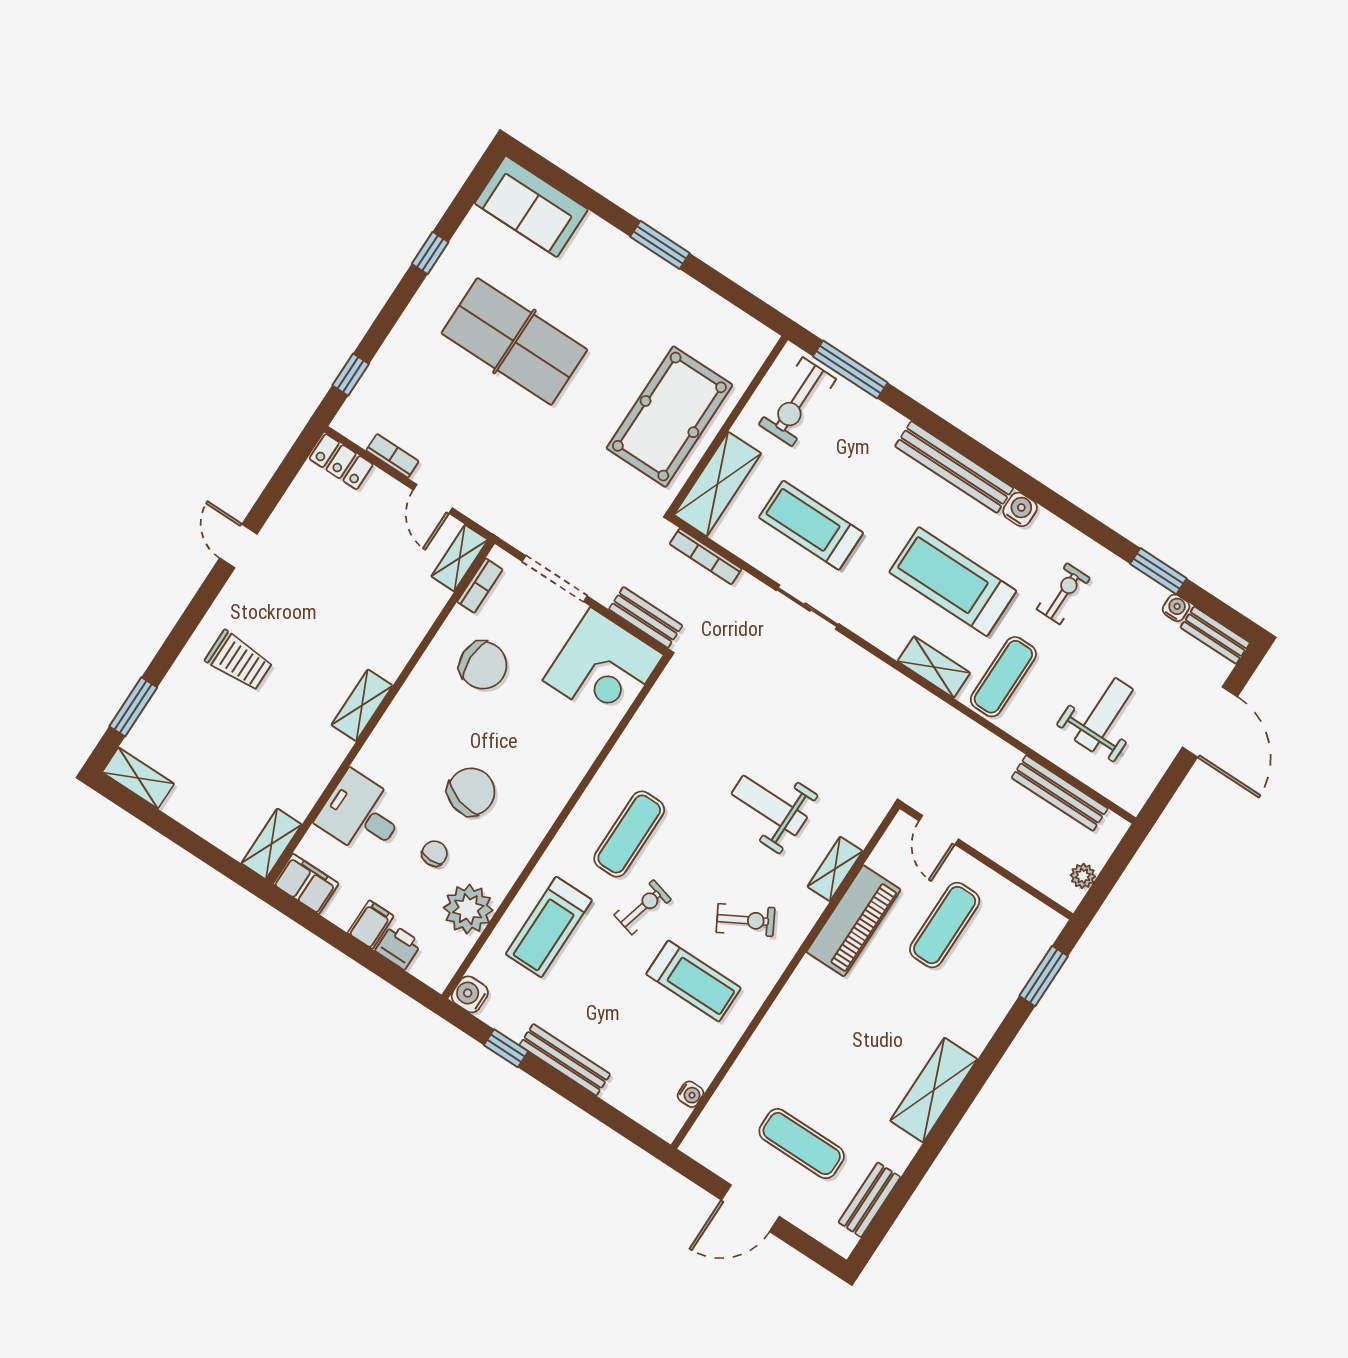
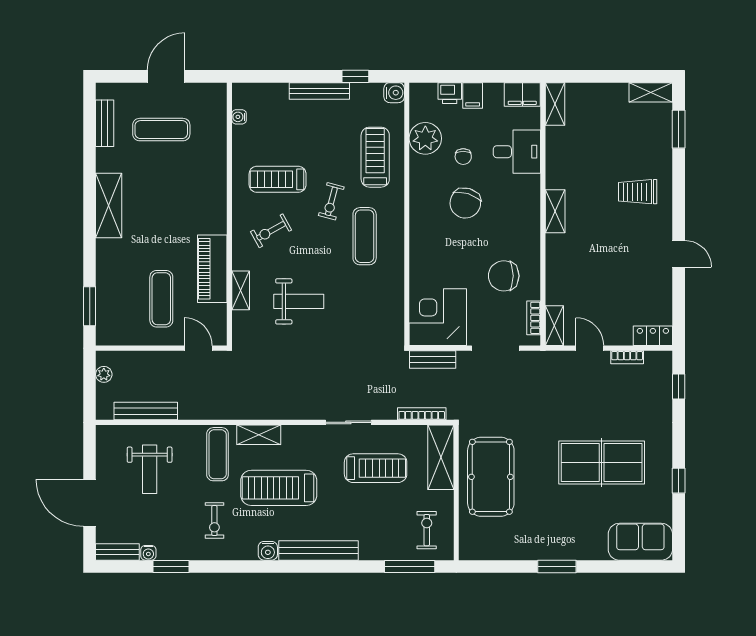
exercise bike: (797, 402) -> (427, 530), width x0.73, depth x0.72
treadmill: (953, 582) -> (279, 488), turned 180

